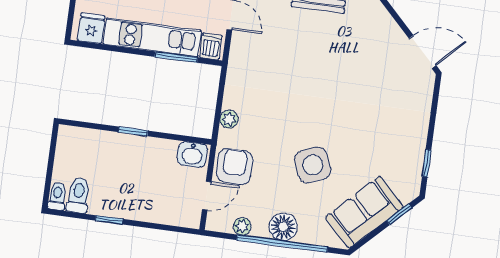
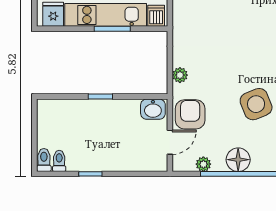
window: (176, 57) -> (112, 29), moved
toilet: (78, 195) -> (59, 161), width x0.73, depth x0.72

